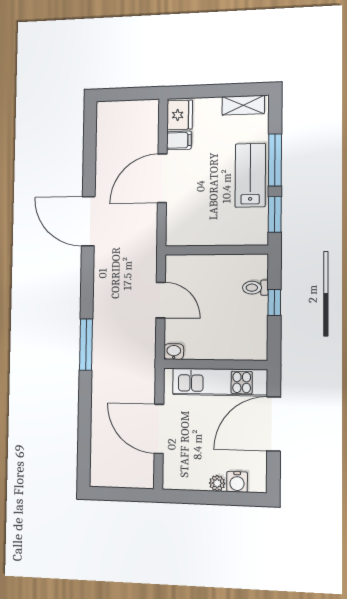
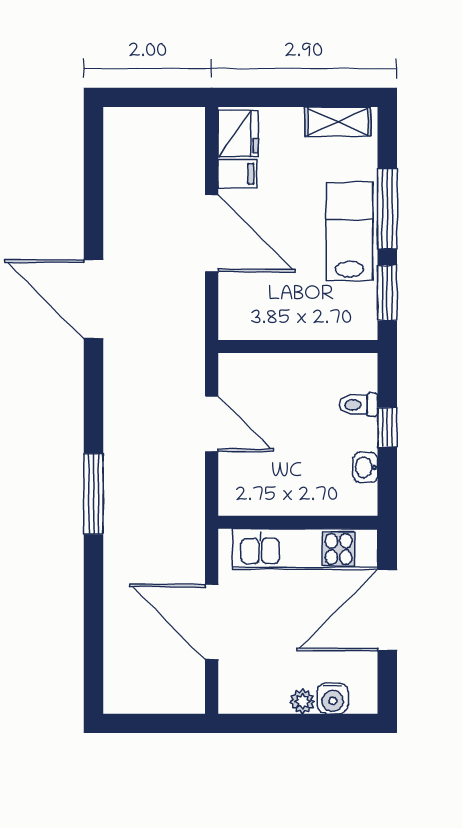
door: (162, 178) -> (212, 233), swing flipped
washbasin: (174, 352) -> (365, 467), moved, turned -90

